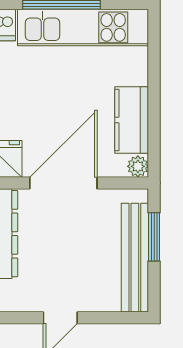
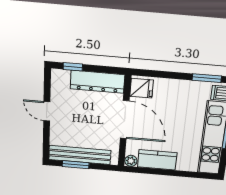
window: (154, 237) -> (76, 165), moved

